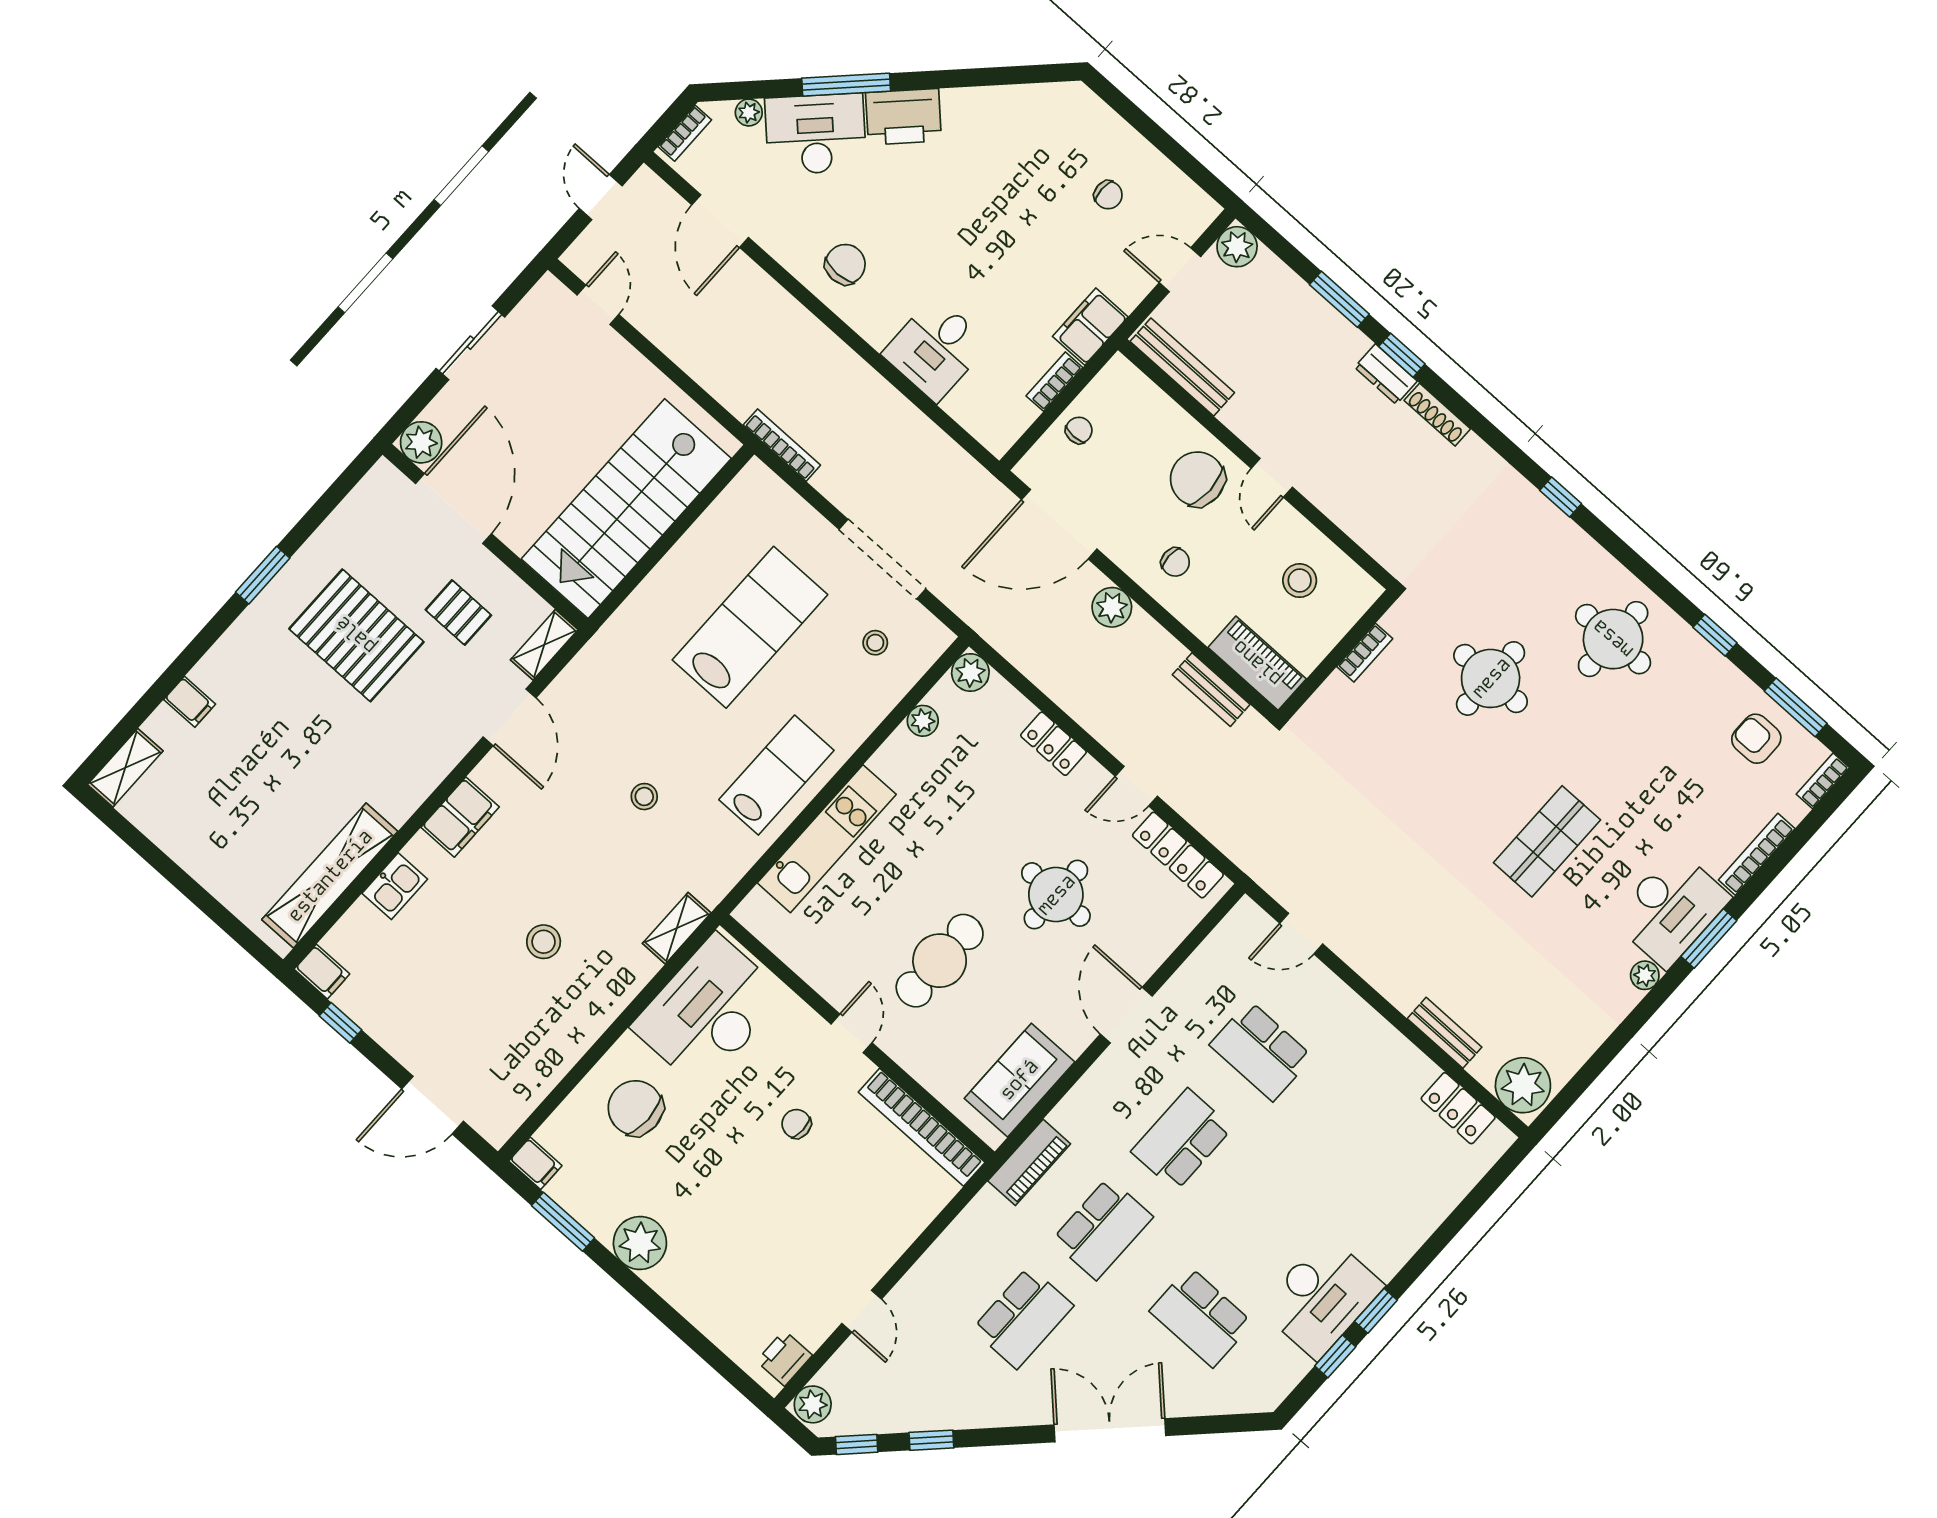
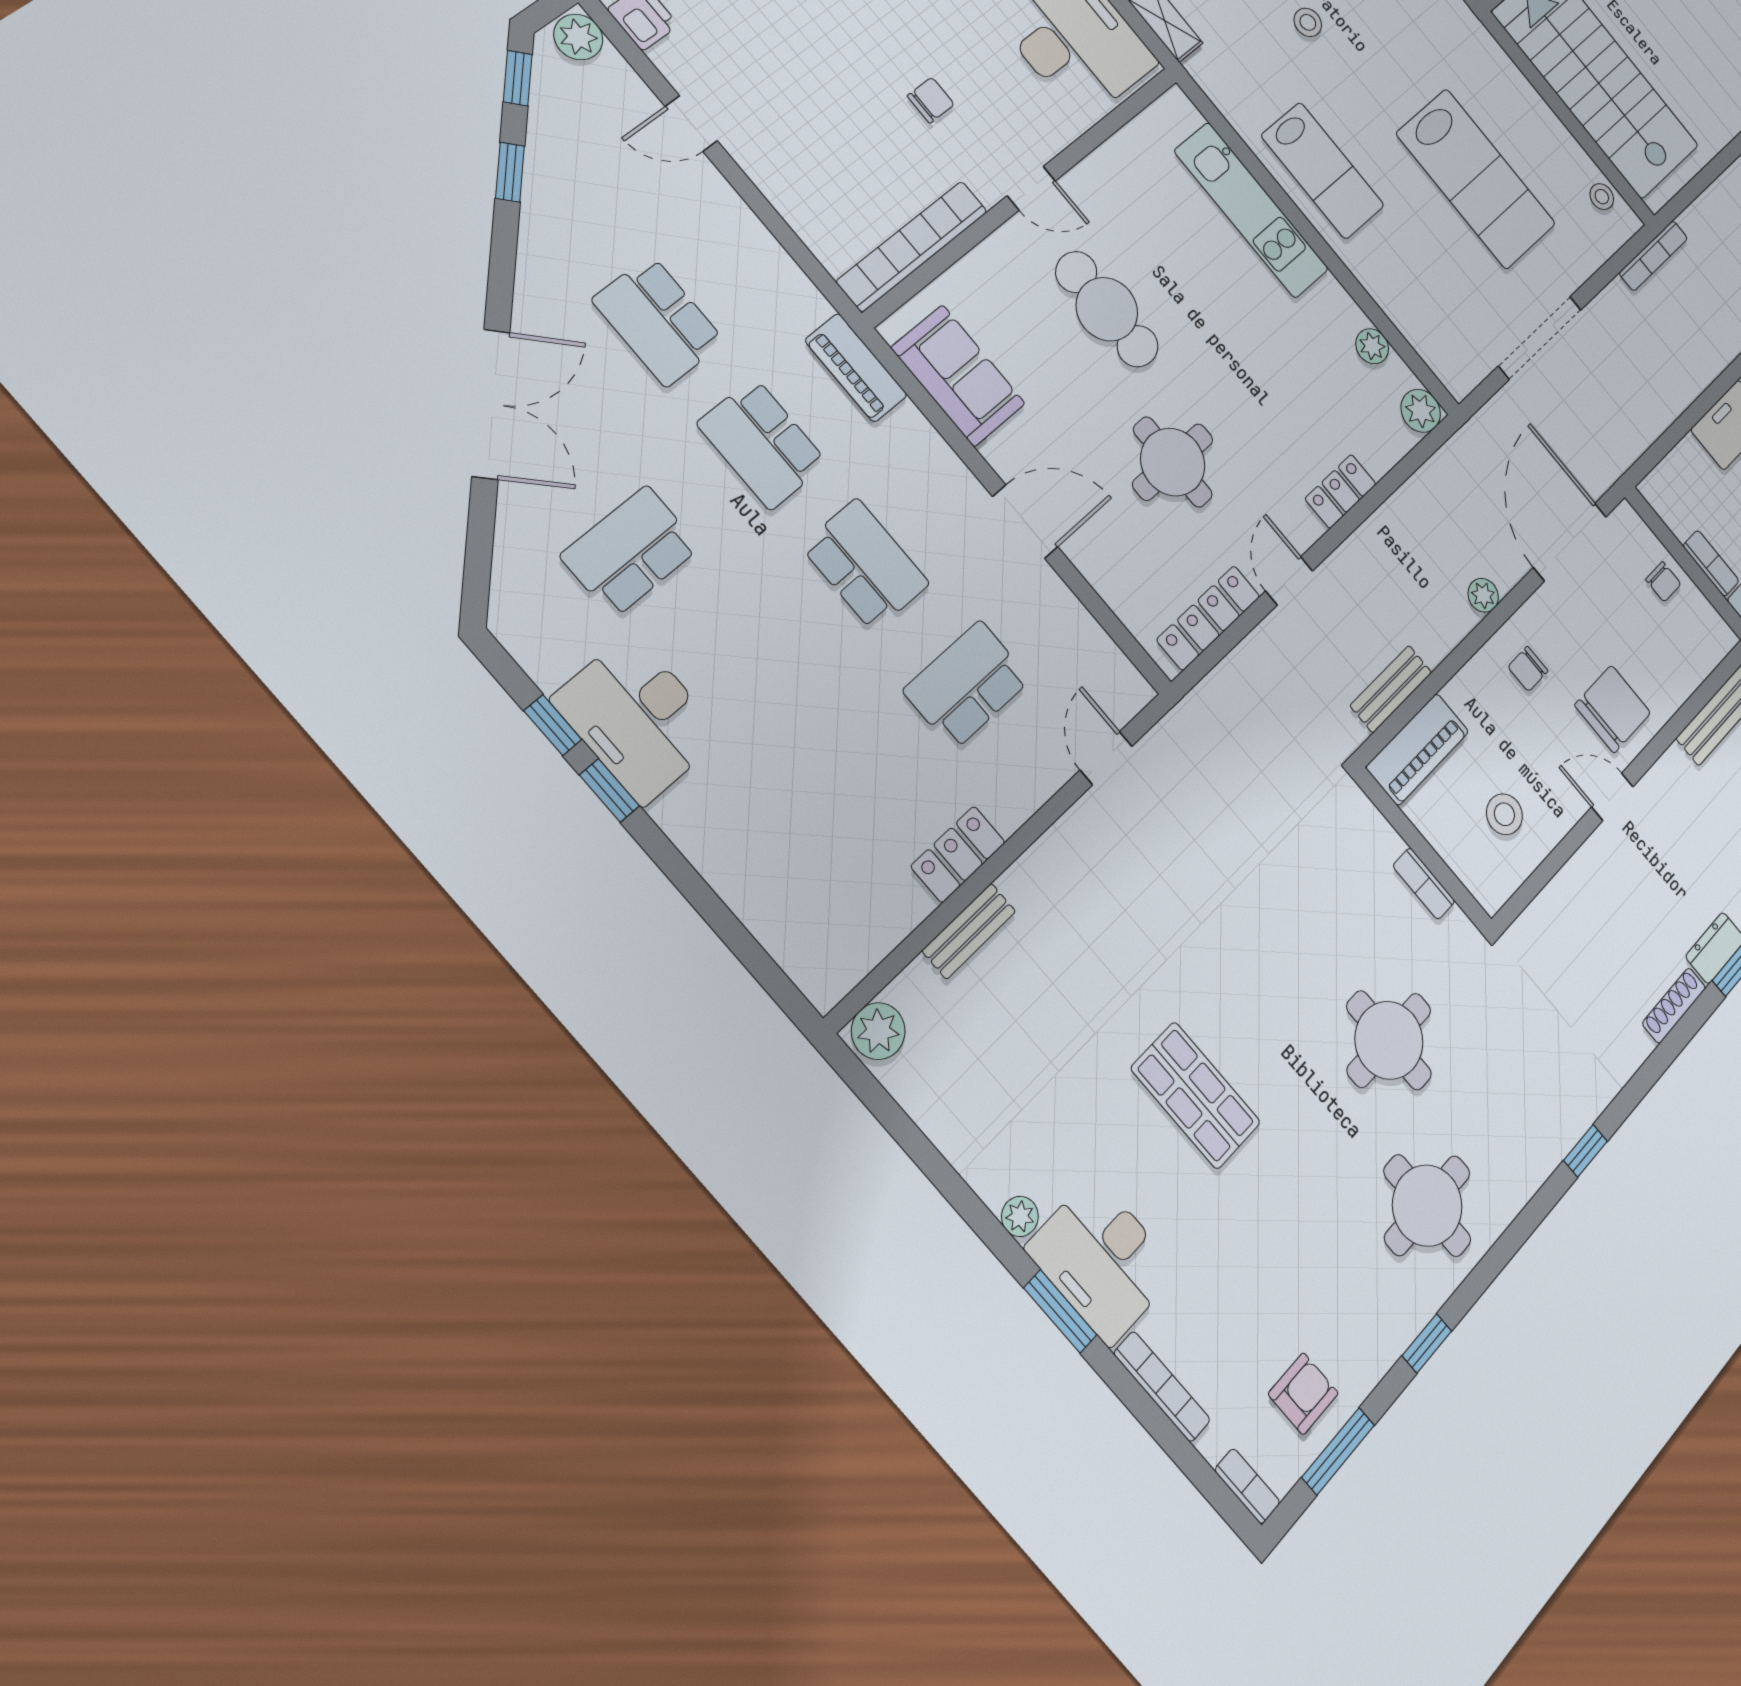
plant: (1112, 607) -> (1483, 595), width x0.73, depth x0.73
stool: (875, 643) -> (1602, 197), moved
plant: (1523, 1085) -> (878, 1031), width x0.73, depth x0.73
locker: (1458, 1108) -> (958, 854), moved

